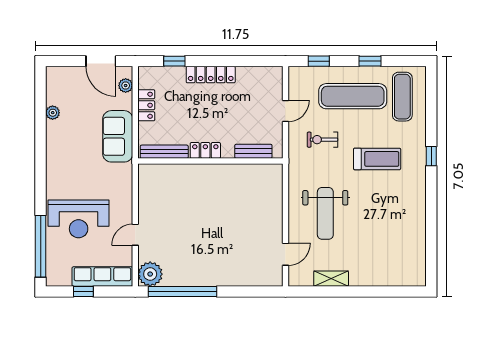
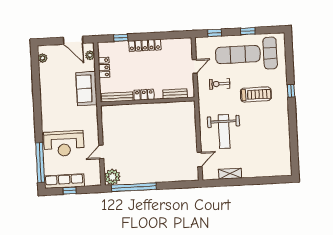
plant: (53, 113) -> (43, 58), moved
row of seats: (102, 277) -> (64, 181), moved

